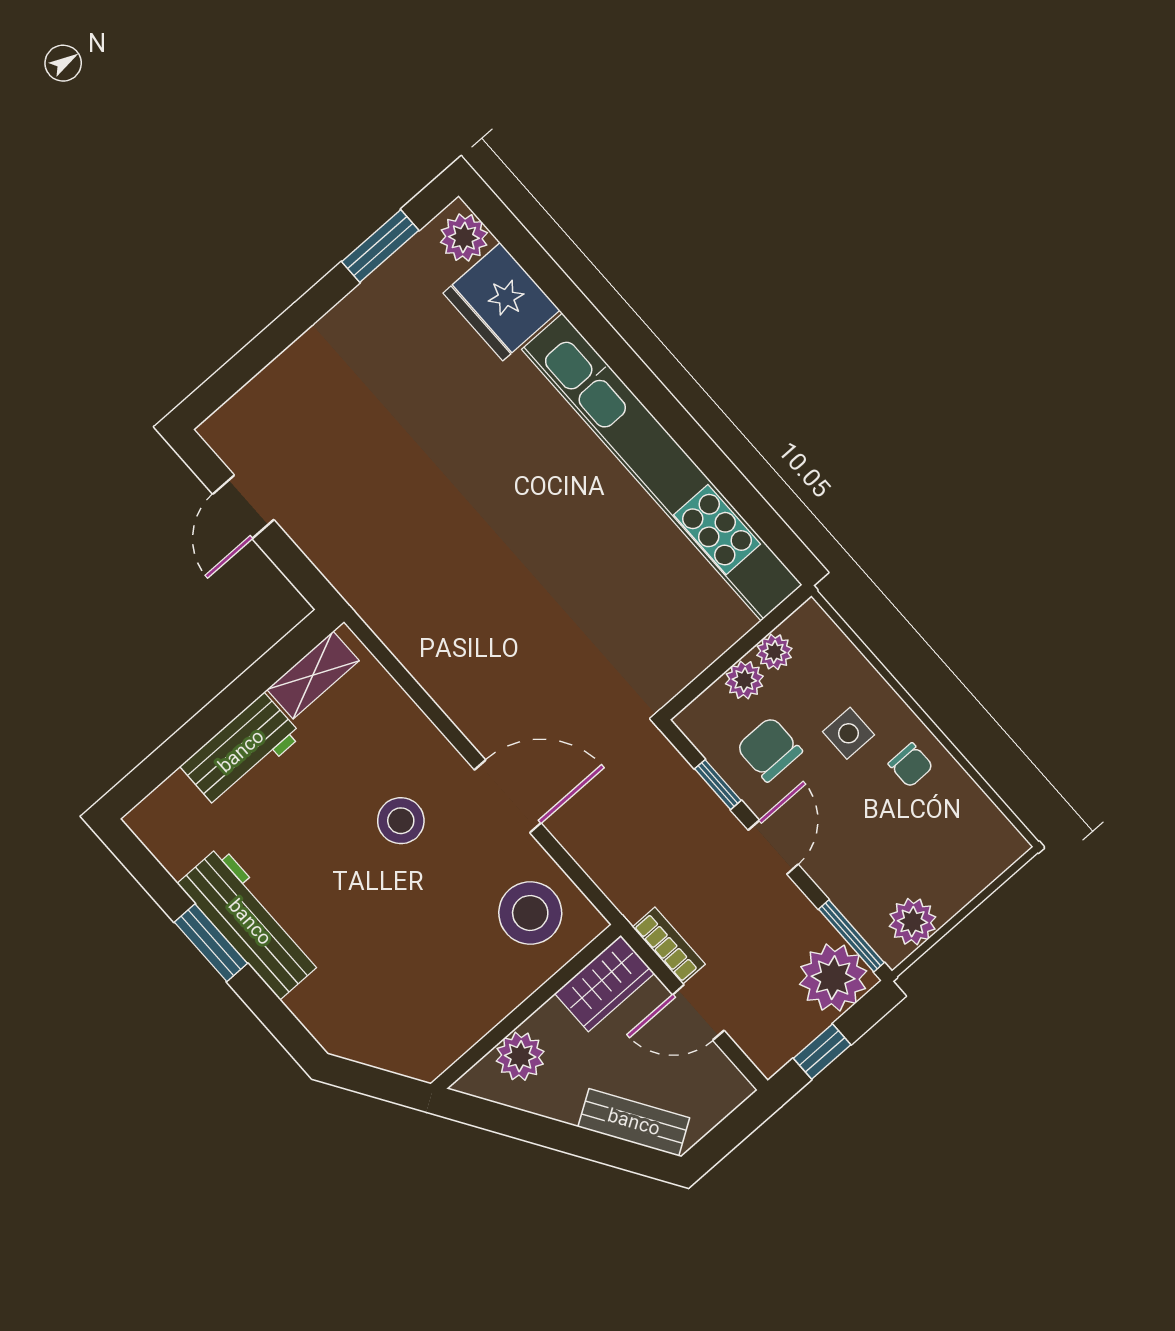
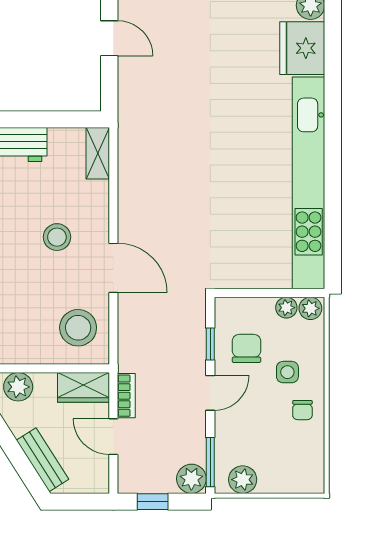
door: (243, 507) -> (109, 38), swing flipped
shelving: (313, 675) -> (98, 153), moved, turned 90
plant: (744, 680) -> (310, 308), moved
plant: (833, 978) -> (191, 479), width x0.73, depth x0.73

